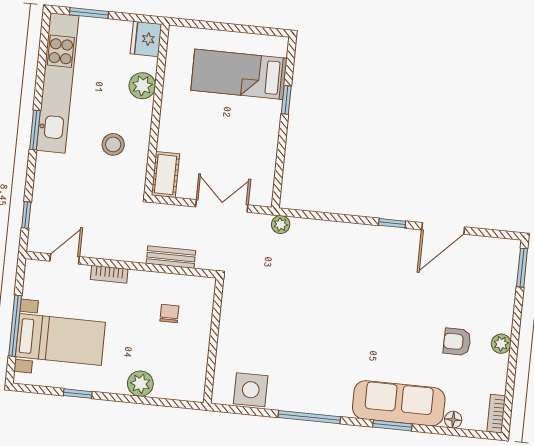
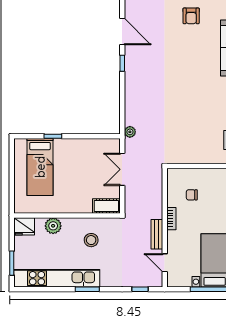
bench: (171, 257) -> (157, 234), moved
bookcase: (109, 274) -> (171, 219), moved

